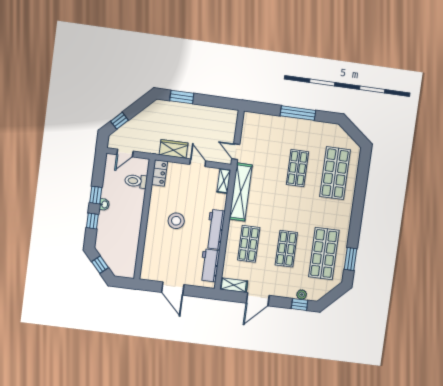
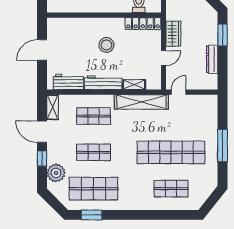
dresser: (206, 112) -> (212, 59), added
shop shelf: (297, 168) -> (171, 152), width x2.00, depth x1.36
locker: (159, 173) -> (143, 24), width x1.53
shop shelf: (335, 173) -> (171, 189), width x0.70, depth x0.74
shelving: (224, 181) -> (134, 85), moved
plant: (302, 295) -> (56, 173), width x1.87, depth x1.87
window: (300, 304) -> (42, 159), moved

